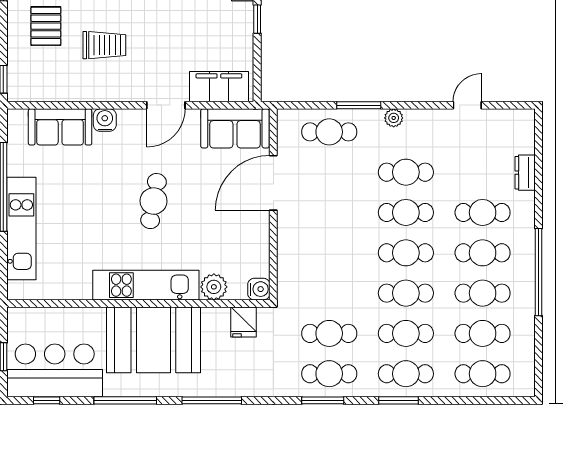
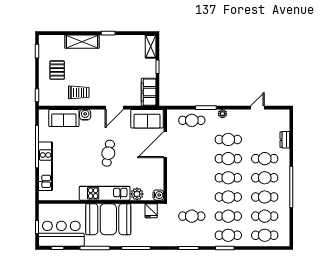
trolley: (104, 45) -> (79, 92), moved
filing cabinet: (219, 87) -> (149, 92), moved, turned -90
cafe table: (329, 374) -> (192, 235), removed

